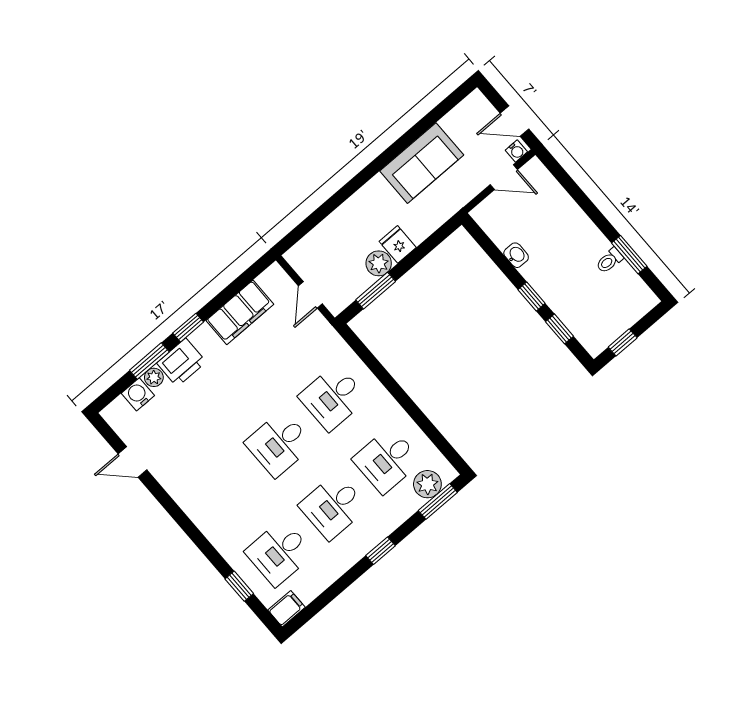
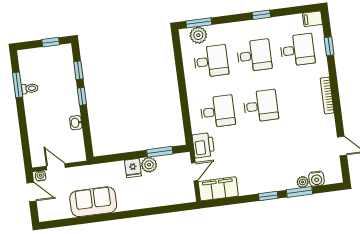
filing cabinet: (240, 312) -> (218, 189), moved
printer: (181, 362) -> (203, 145), moved, turned 90
bookcase: (198, 517) -> (327, 96), added
window: (381, 551) -> (261, 15), moved

